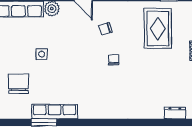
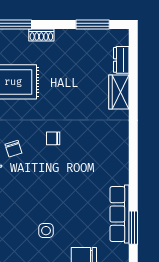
wardrobe: (150, 111) -> (119, 92), added

